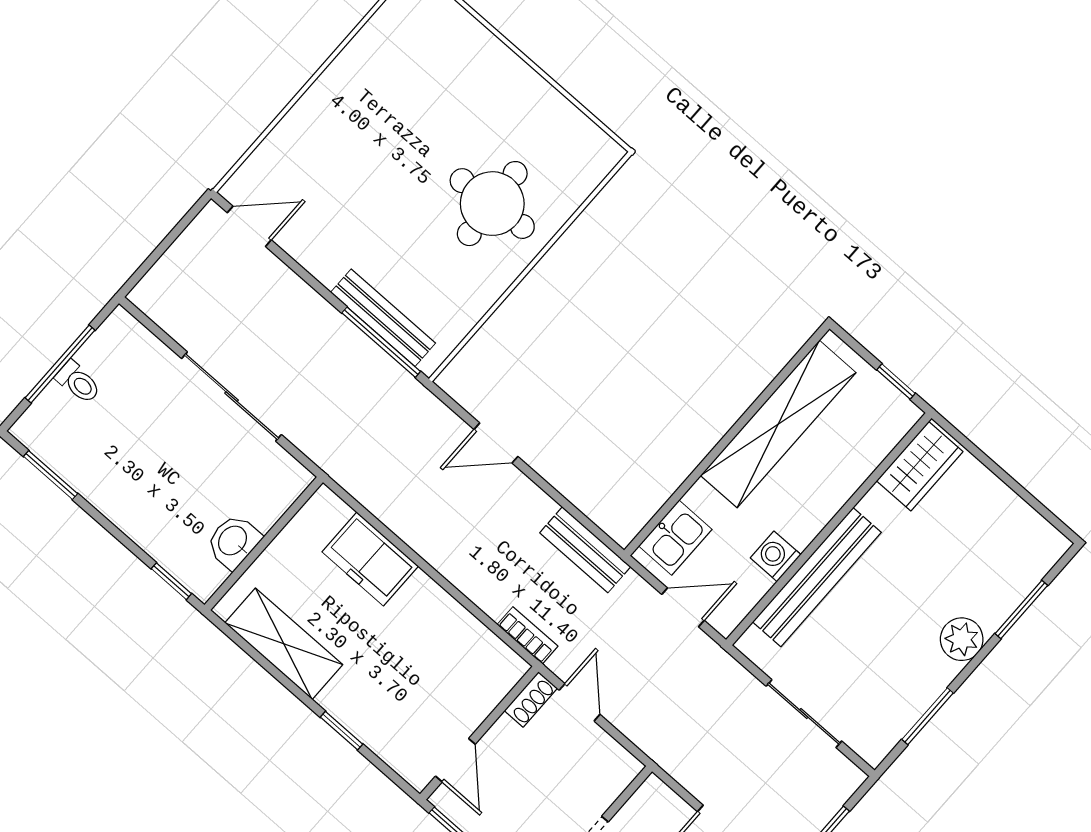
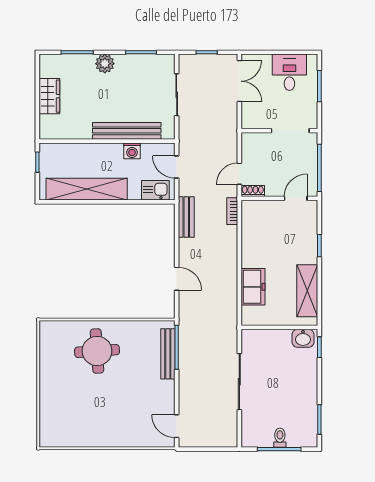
wardrobe: (920, 466) -> (49, 96), moved, turned 90
washbasin: (233, 541) -> (303, 338), moved

